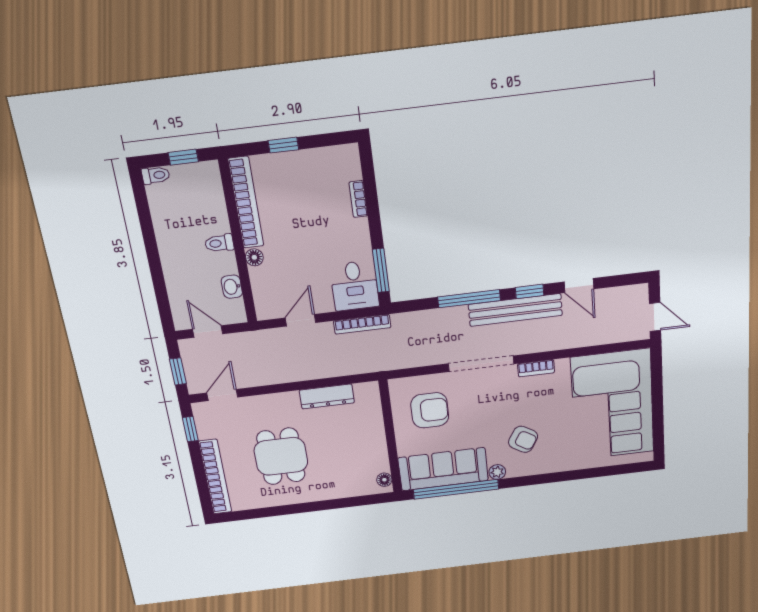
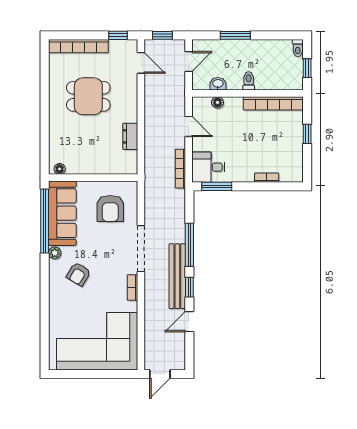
floor lamp: (254, 257) -> (217, 102), moved
window: (156, 270) -> (235, 35), added
dresser: (327, 396) -> (130, 136), width x0.70

